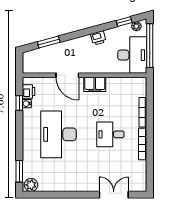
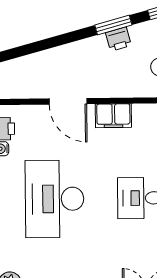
window: (49, 42) -> (113, 25), moved

